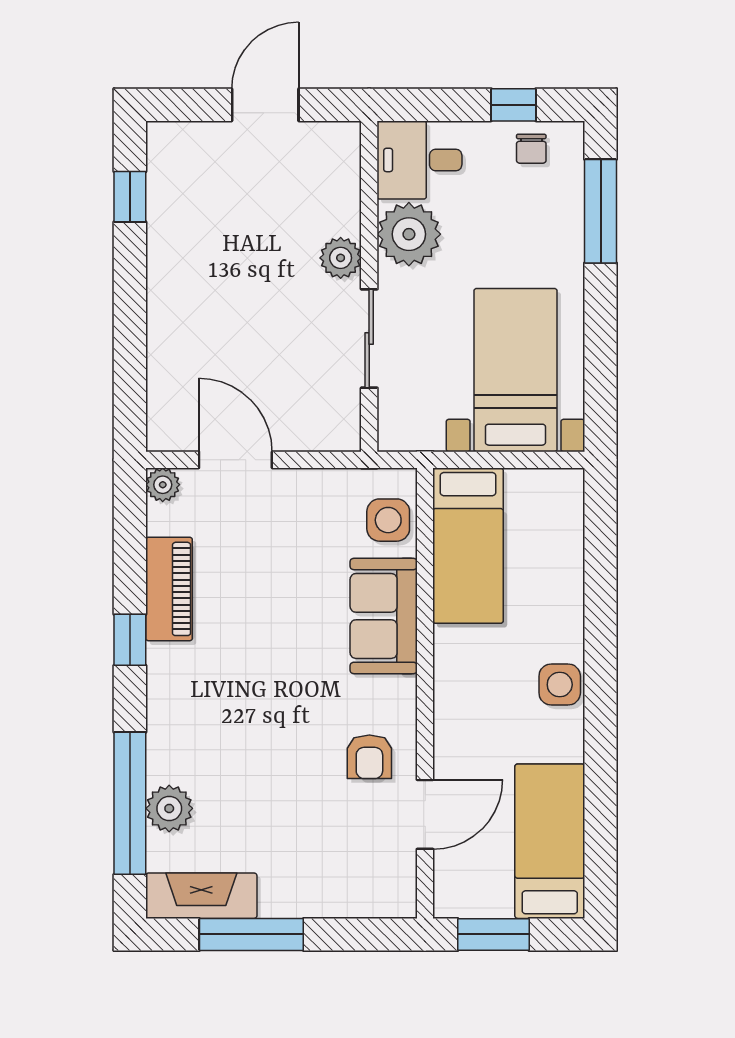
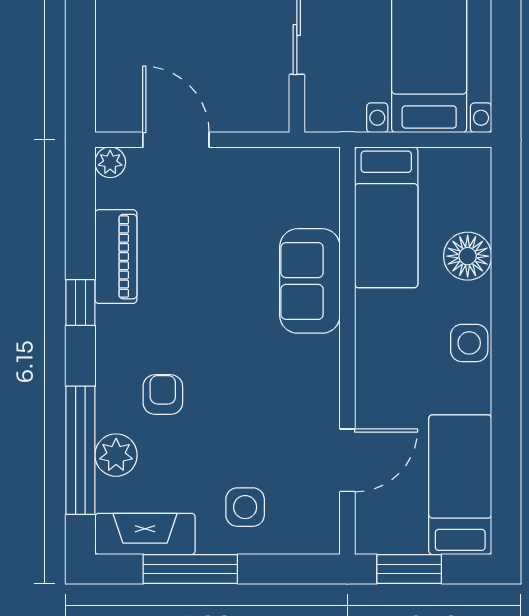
side table: (388, 520) -> (245, 507), moved
floor lamp: (558, 589) -> (468, 256), added
armchair: (369, 757) -> (163, 395), moved, turned 180

